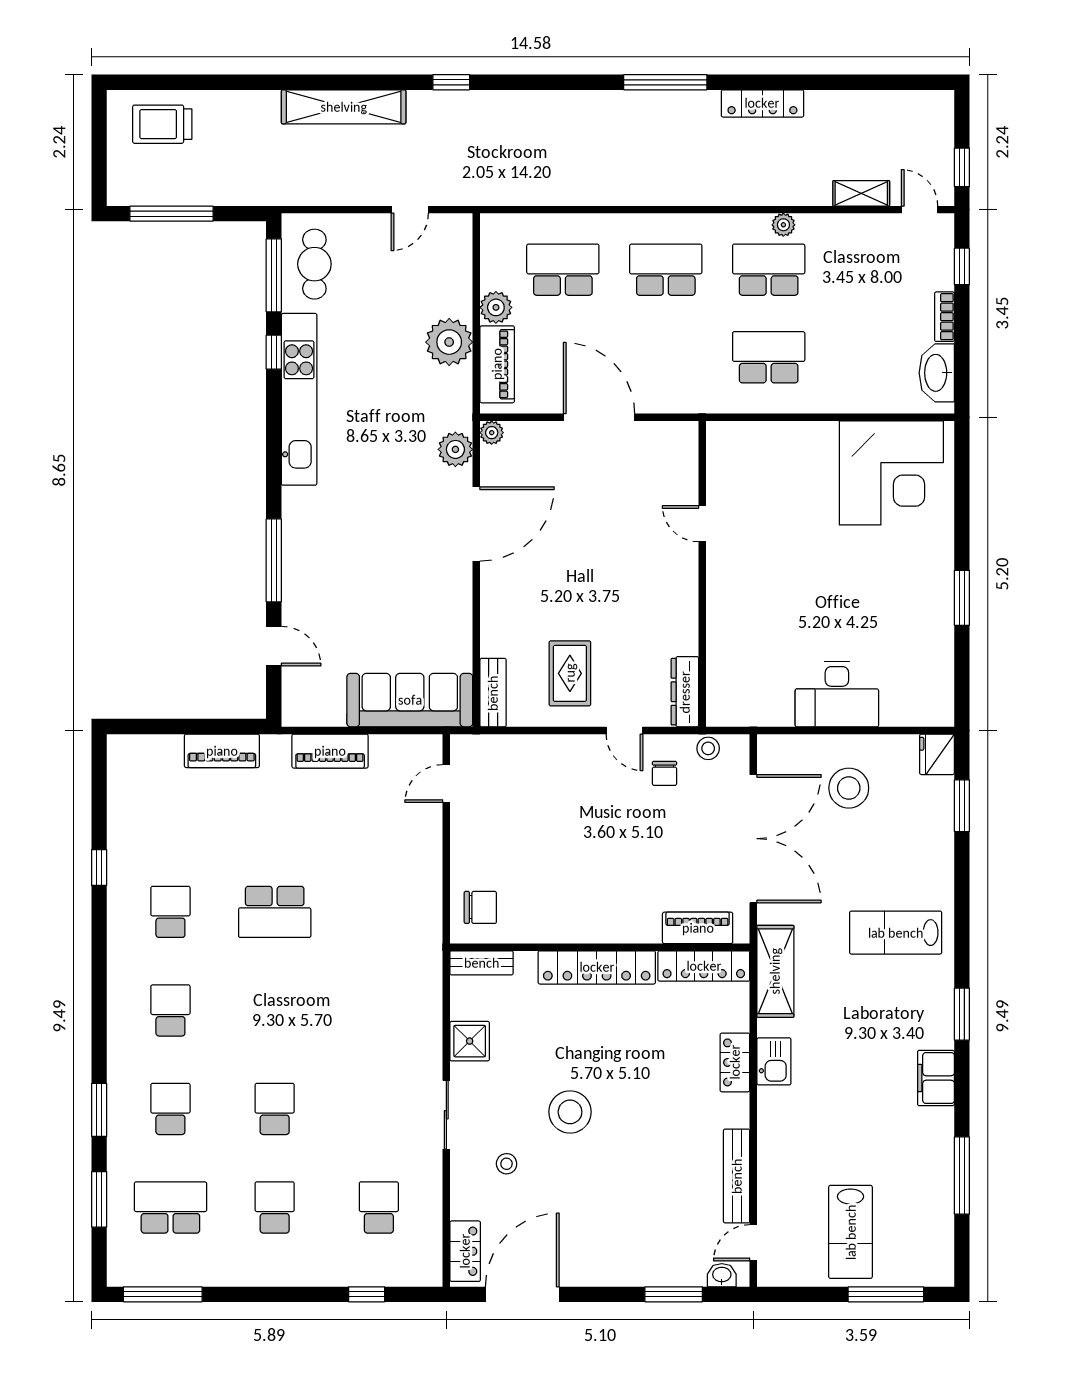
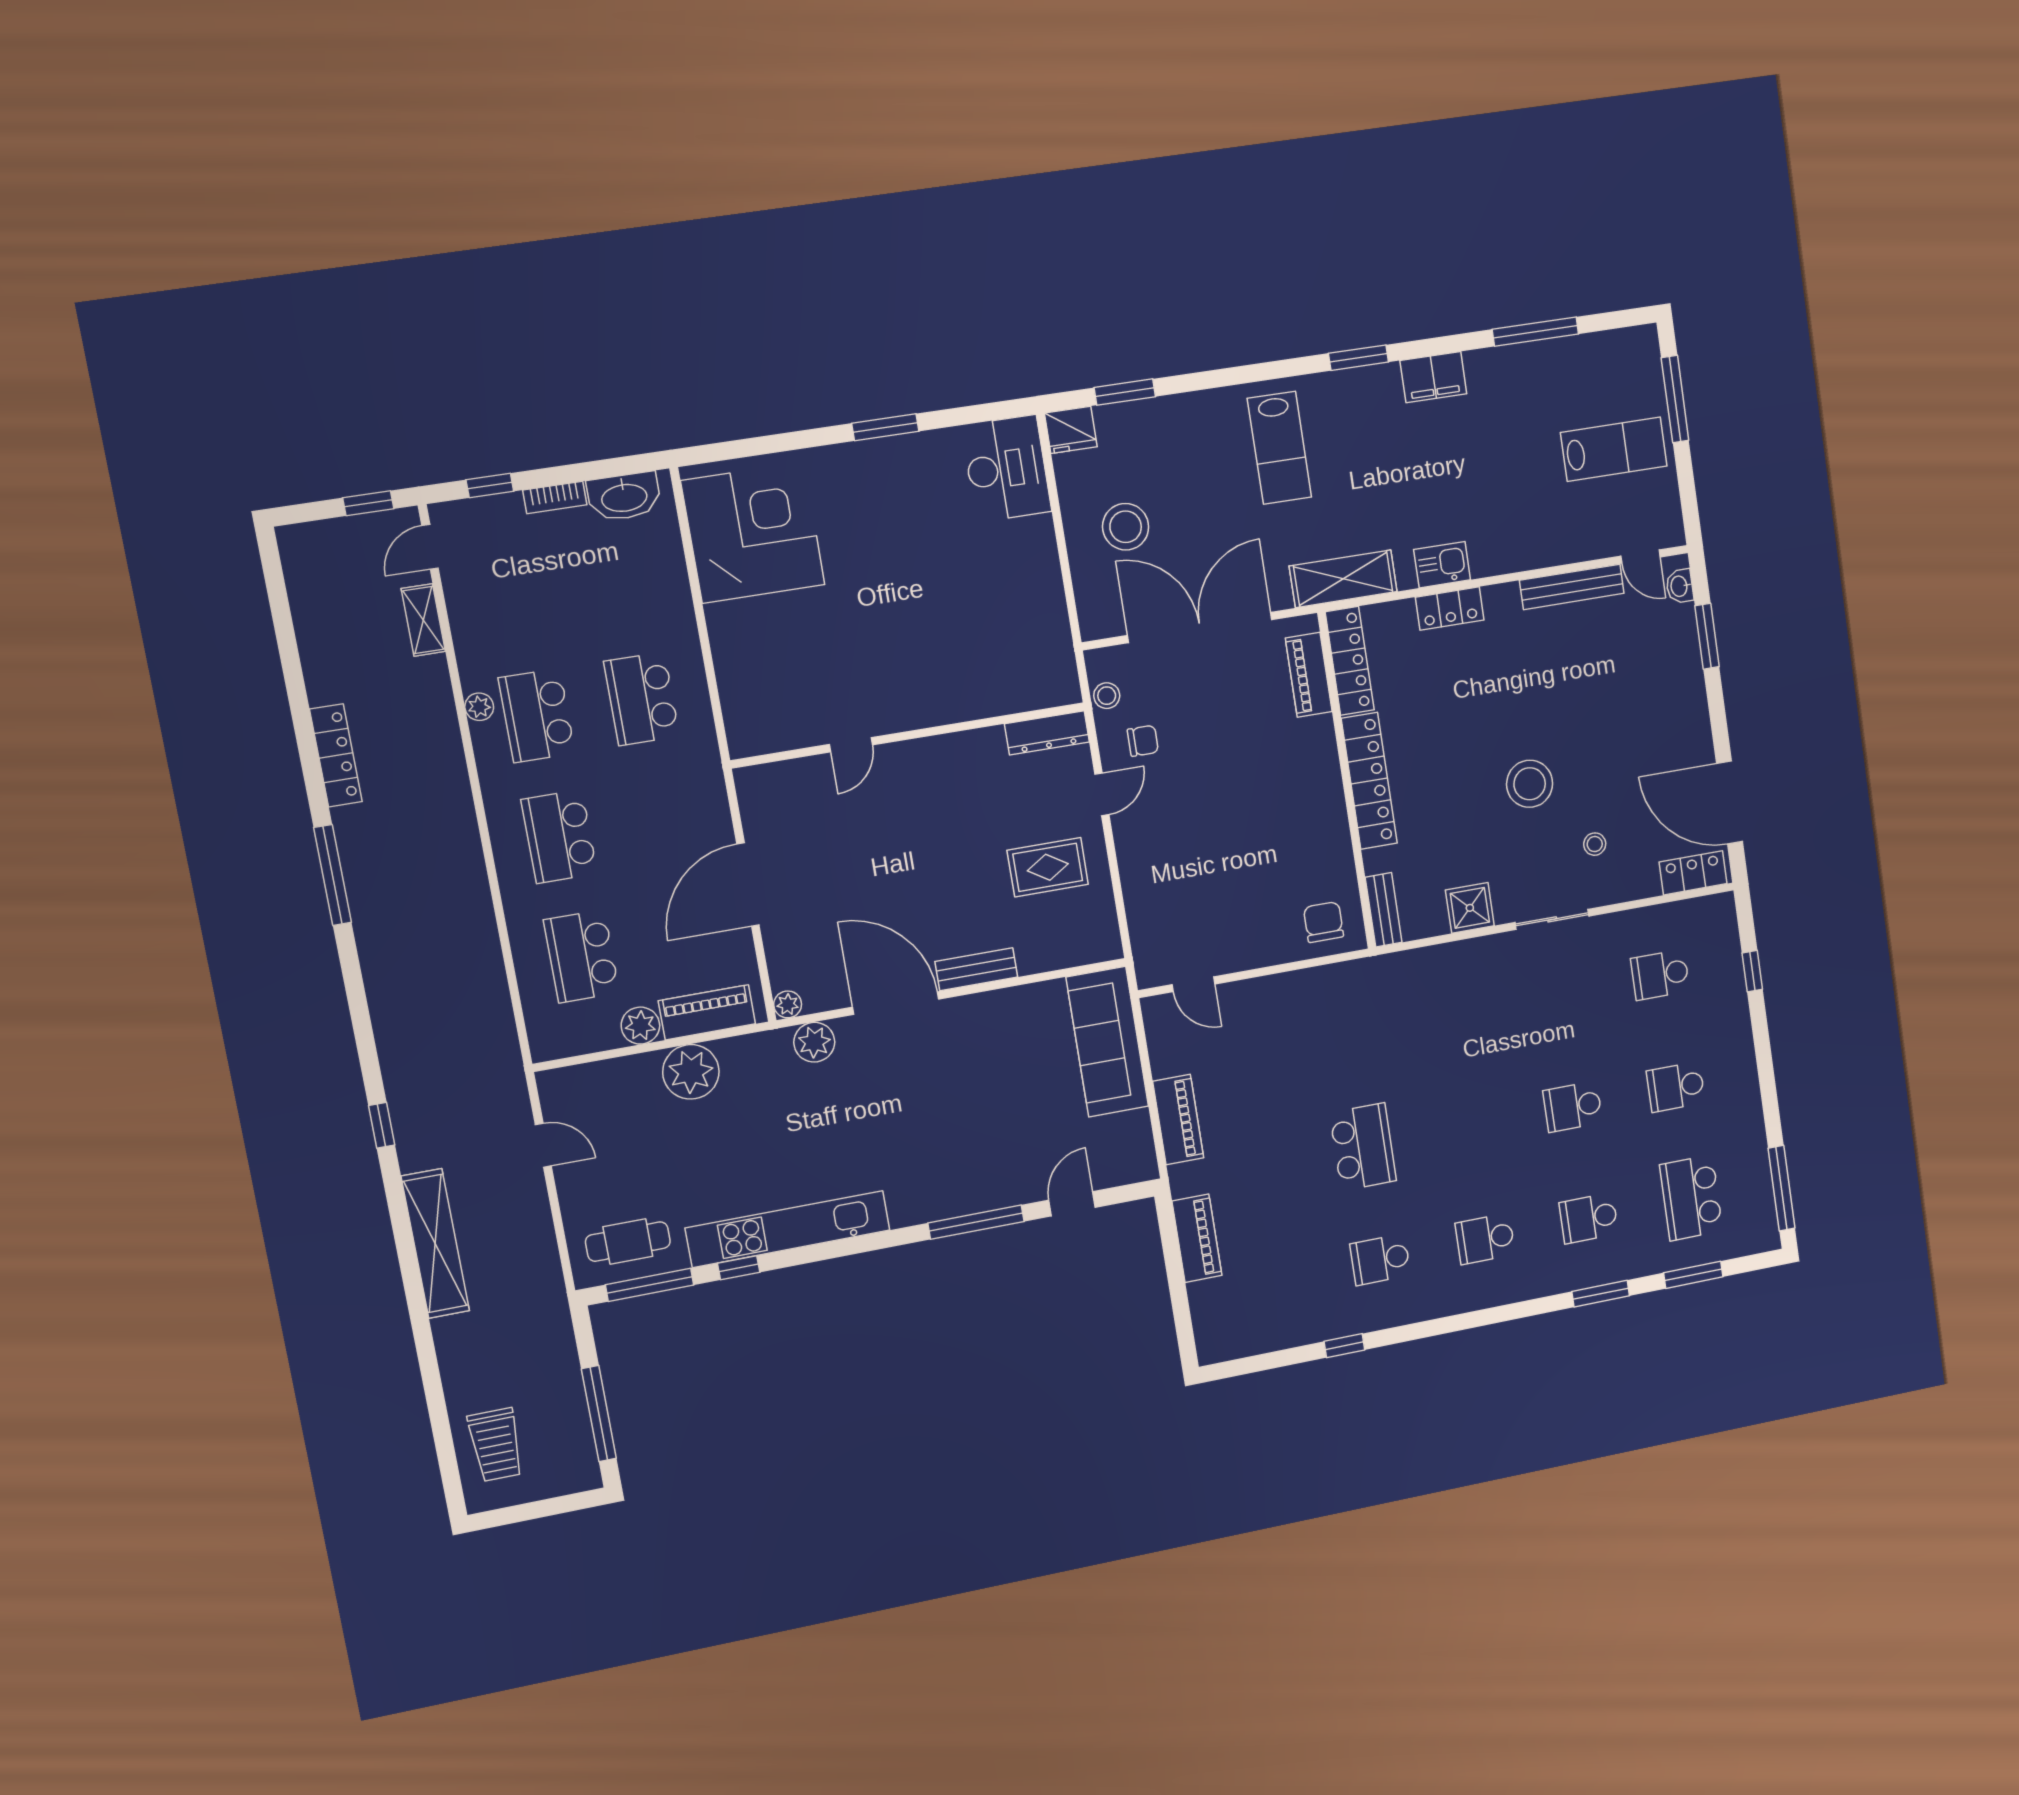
bench: (493, 693) -> (976, 969), moved
desk: (837, 694) -> (1006, 469), moved

